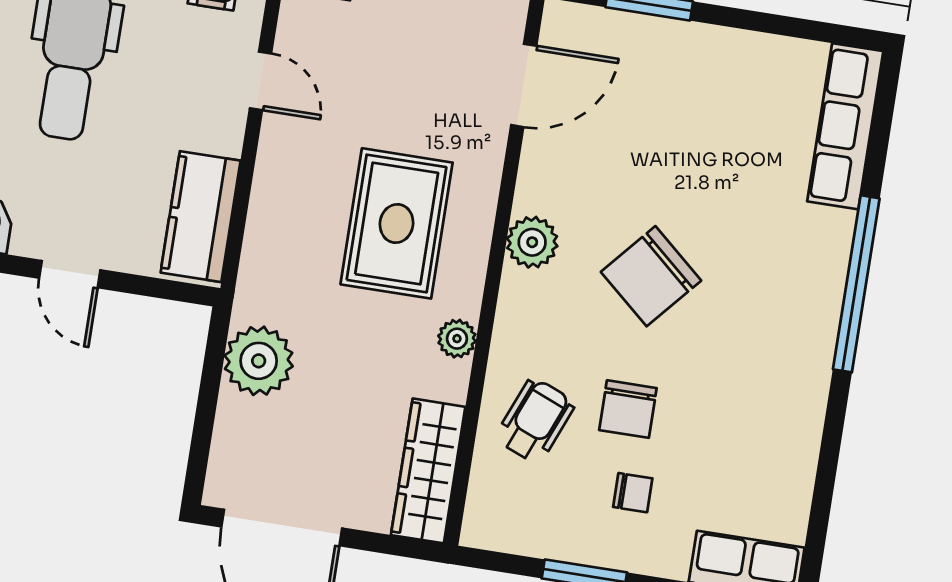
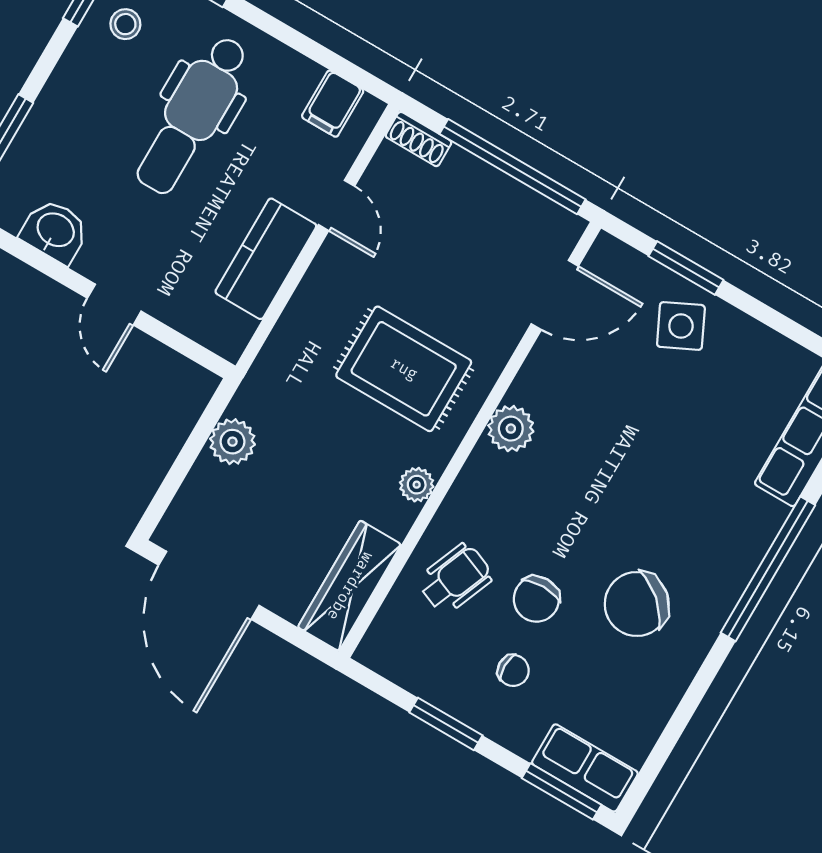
side table: (667, 67) -> (681, 326), added
kitchen counter: (201, 217) -> (266, 259), moved
rug: (397, 223) -> (404, 369), turned 90
chair: (651, 276) -> (637, 604), moved
plant: (259, 361) -> (232, 442), width x0.73, depth x0.73

